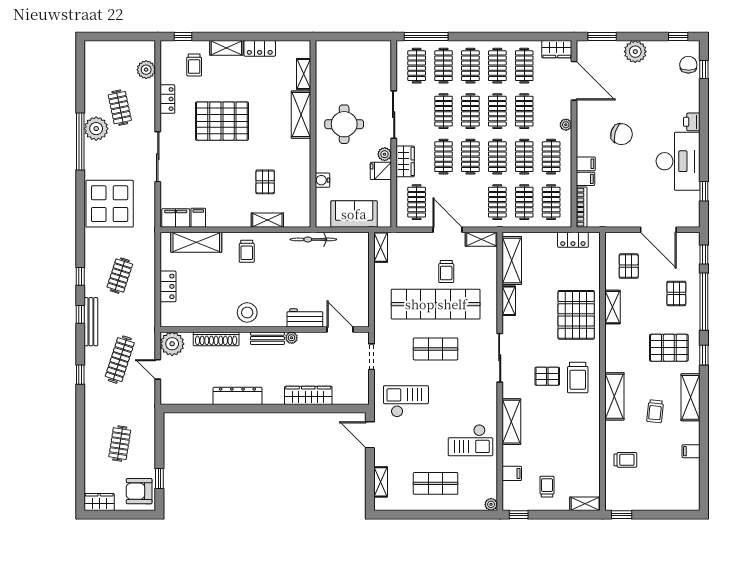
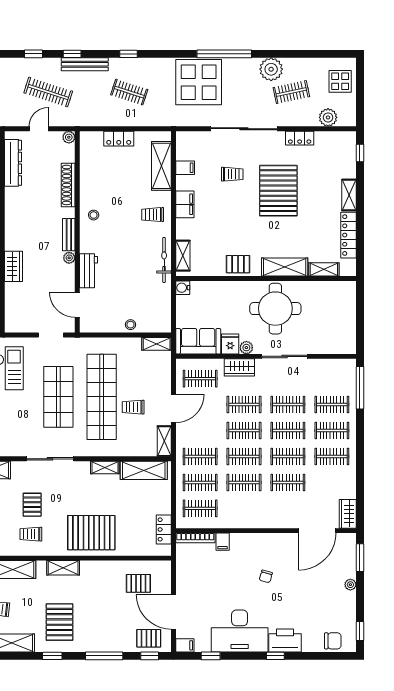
locker: (260, 48) -> (349, 235), width x1.53
plant: (635, 52) -> (350, 585), width x0.53, depth x0.53
display table: (109, 57) -> (340, 81), added
trolley: (194, 65) -> (232, 174), moved, turned 180
clothes rail: (417, 66) -> (332, 379), removed
clothes rail: (524, 66) -> (332, 482), removed
window: (704, 70) -> (275, 656), moved
printer: (692, 122) -> (285, 640), width x1.87, depth x1.48
round table: (344, 124) -> (275, 309), width x1.36, depth x1.36
plant: (566, 125) -> (275, 523), removed
chair: (622, 134) -> (266, 576), width x0.54, depth x0.54
window: (80, 142) -> (224, 54), moved
sliding door: (158, 157) -> (244, 129), width x1.36
clothes rail: (551, 157) -> (244, 508), removed
filing cabinet: (586, 164) -> (185, 645), moved, turned -90
water cooler: (322, 180) -> (183, 288), moved, turned -90
pallet: (265, 182) -> (238, 264), moved
sofa: (354, 214) -> (198, 341), moved, turned -90
filing cabinet: (176, 218) -> (185, 204), moved
shelving: (267, 220) -> (183, 256), moved
door: (658, 230) -> (174, 612), hinge flipped
bicycle: (313, 239) -> (164, 260), moved
stool: (361, 274) -> (130, 325), added
pallet: (676, 293) -> (149, 638), moved
window: (704, 302) -> (104, 656), width x0.68
shelving: (613, 307) -> (63, 568), moved
stool: (247, 312) -> (94, 215), width x0.53, depth x0.53
window: (80, 314) -> (72, 54), moved
door: (340, 329) -> (77, 305), swing flipped
plant: (172, 344) -> (69, 137), width x0.53, depth x0.53
shop shelf: (436, 349) -> (58, 397), width x1.43, depth x1.36
trolley: (578, 378) -> (31, 534), width x0.73, depth x0.72
wardrobe: (308, 395) -> (14, 266), width x0.67
dresser: (237, 396) -> (13, 163), moved

